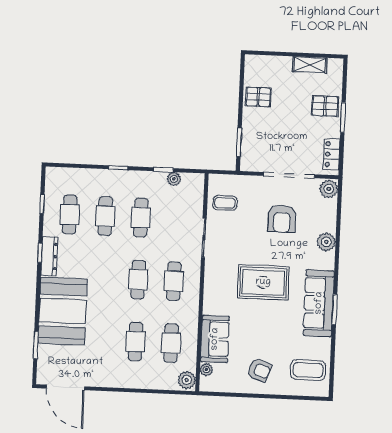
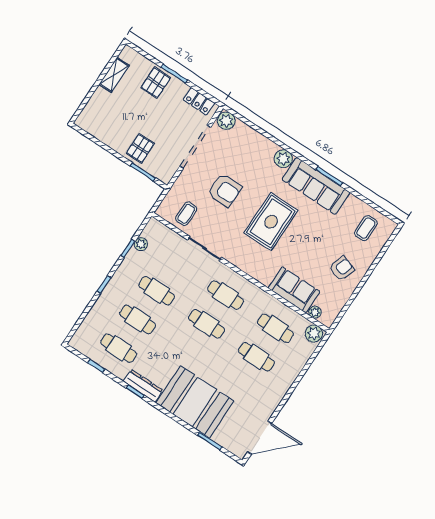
pallet: (258, 97) -> (140, 148), moved
armchair: (282, 219) -> (225, 190), moved
plant: (326, 242) -> (283, 159), moved
coffee table: (308, 370) -> (366, 228), width x0.73, depth x0.77

